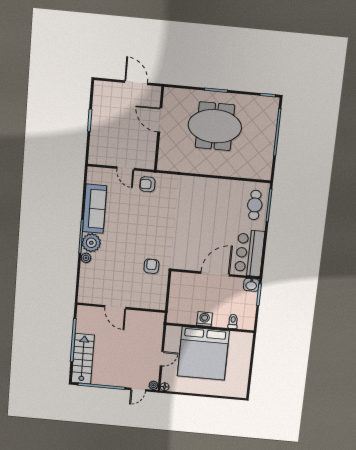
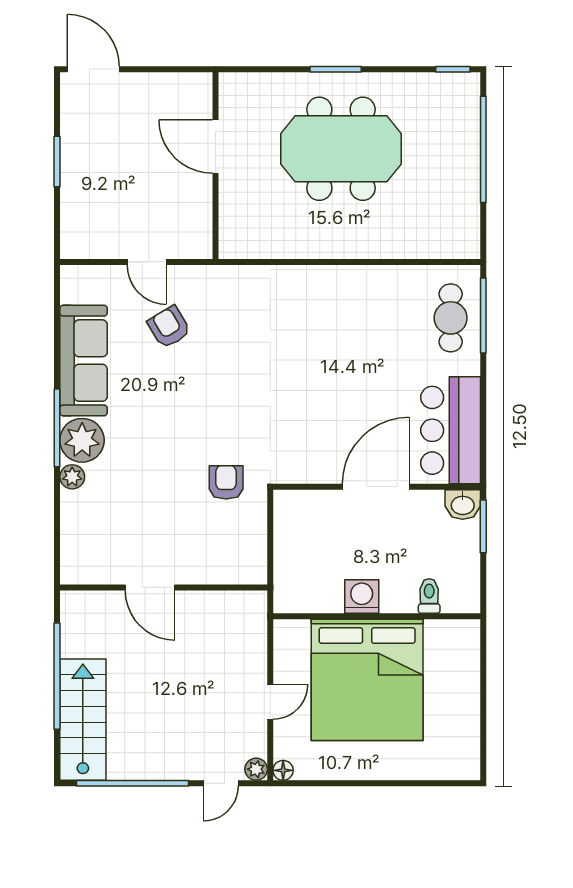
door: (136, 83) -> (93, 69), moved
armchair: (147, 184) -> (169, 327), moved, turned 59

